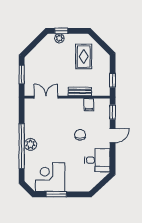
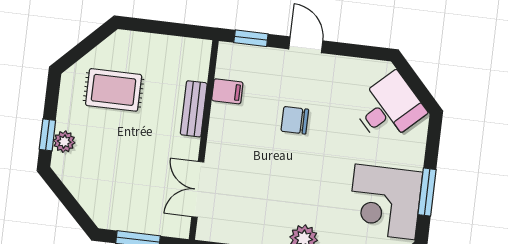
window: (113, 80) -> (177, 29), removed
desk: (97, 160) -> (389, 108), moved, turned 47

